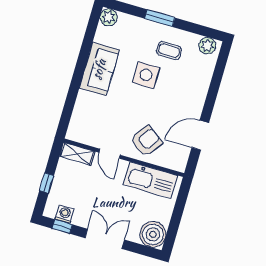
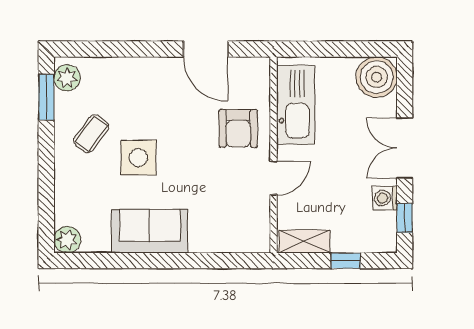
window: (160, 18) -> (46, 97), moved
coffee table: (169, 51) -> (91, 134), turned 37
armchair: (146, 141) -> (238, 128), turned -126
shelving: (77, 154) -> (304, 242), moved, turned 90
washing machine: (64, 214) -> (385, 198), moved

